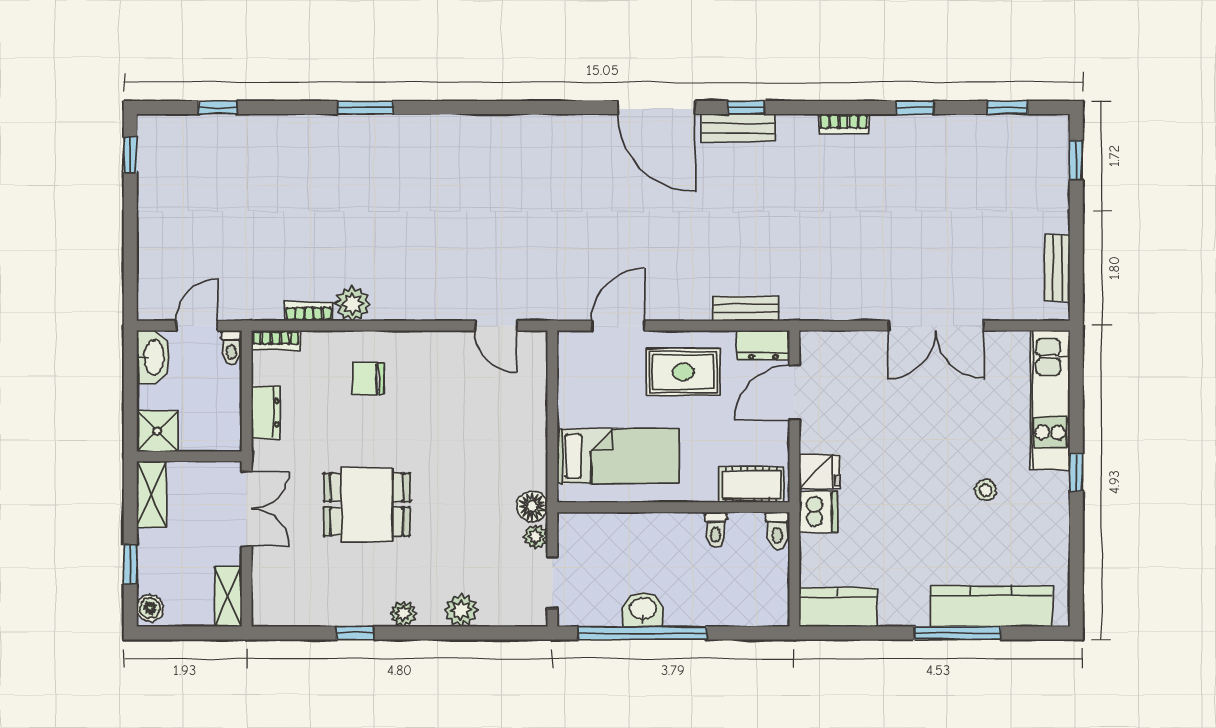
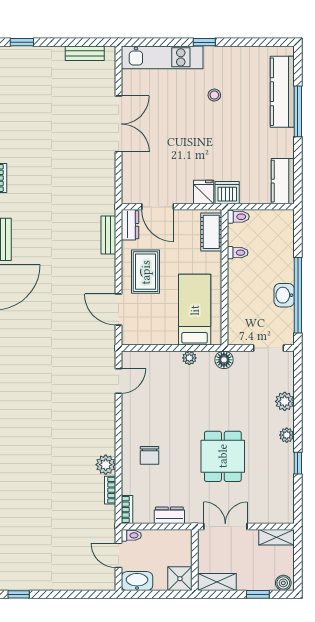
plant: (535, 536) -> (189, 358), moved

